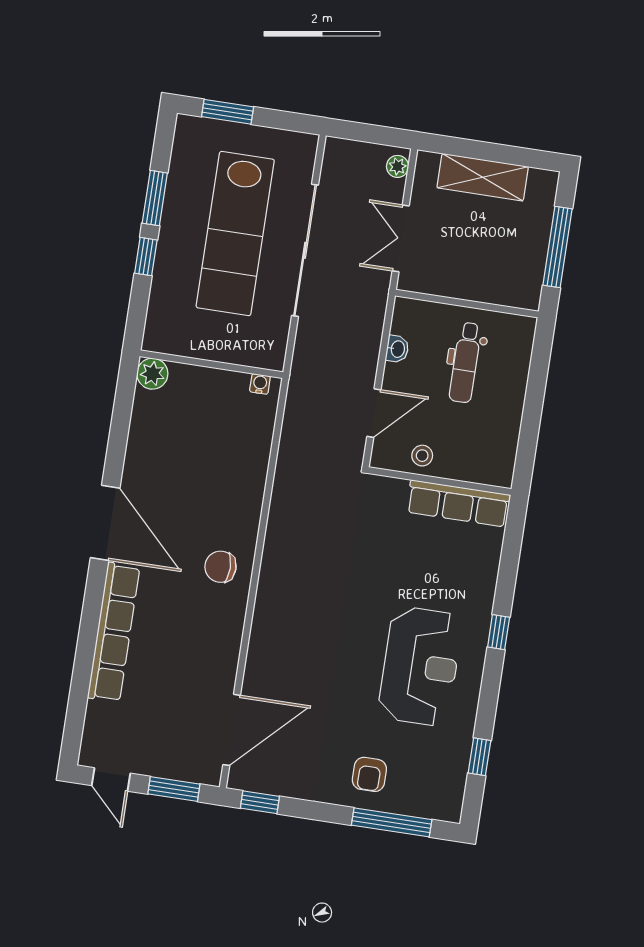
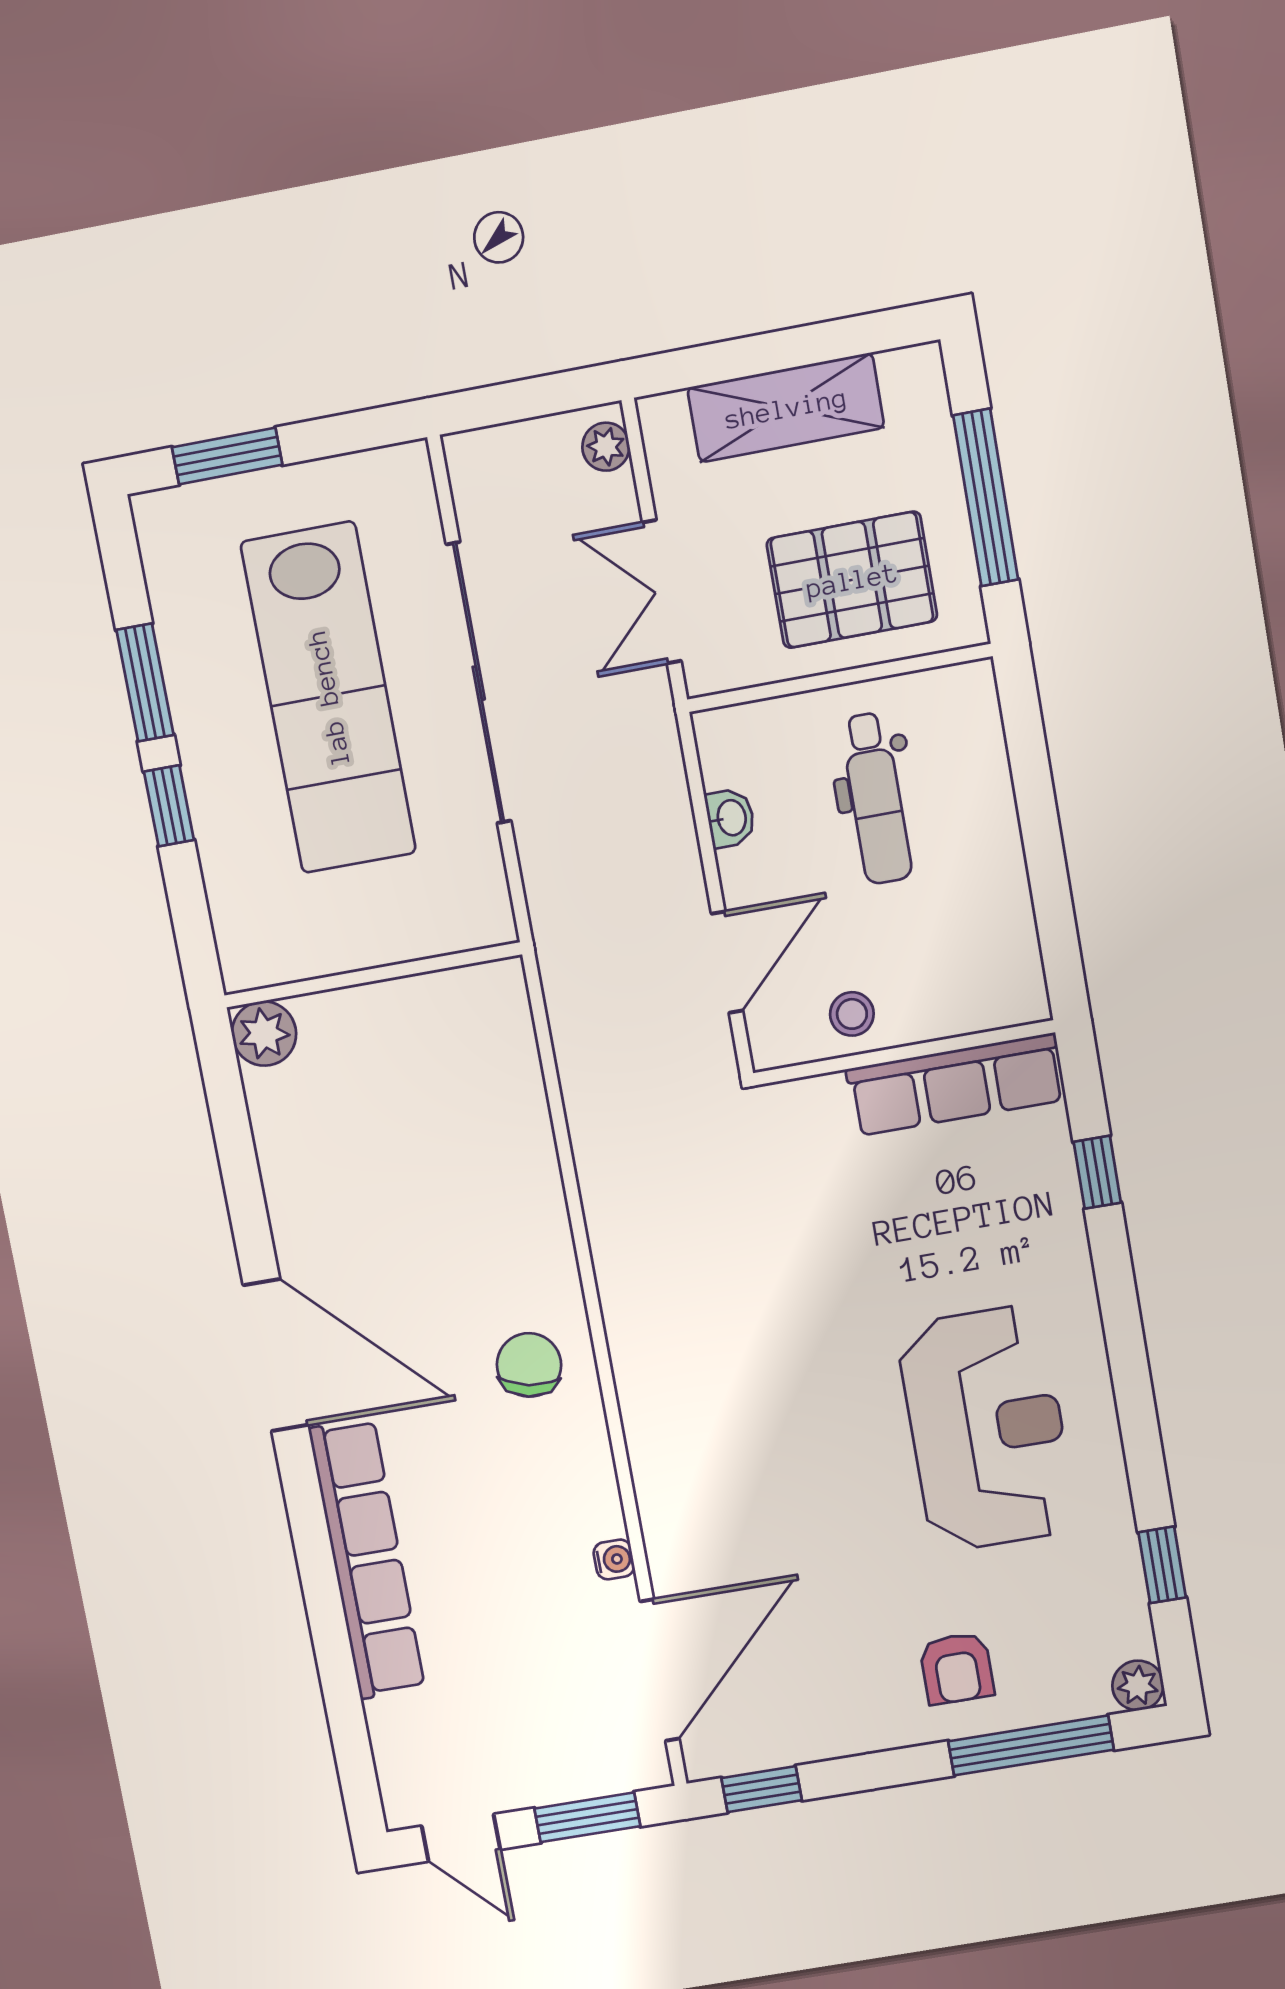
pallet: (487, 262) -> (852, 580), added
water cooler: (260, 384) -> (614, 1559), moved, turned 90
chair: (221, 567) -> (529, 1365), turned 101
window: (499, 632) -> (1097, 1172), moved
plant: (450, 810) -> (1138, 1685), added

